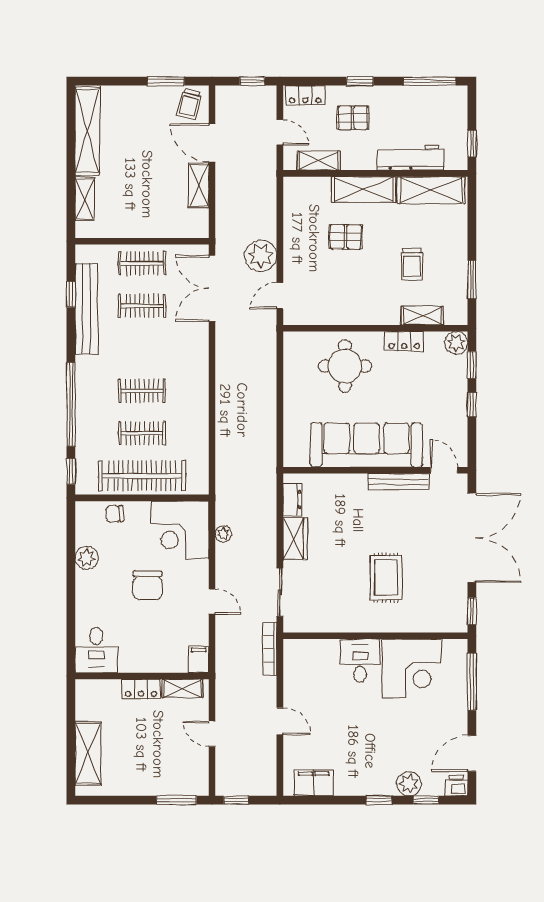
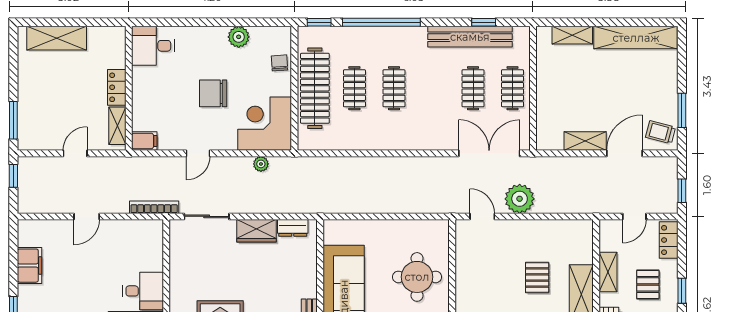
shelving: (318, 161) -> (608, 272), moved
filing cabinet: (314, 783) -> (30, 266), moved

